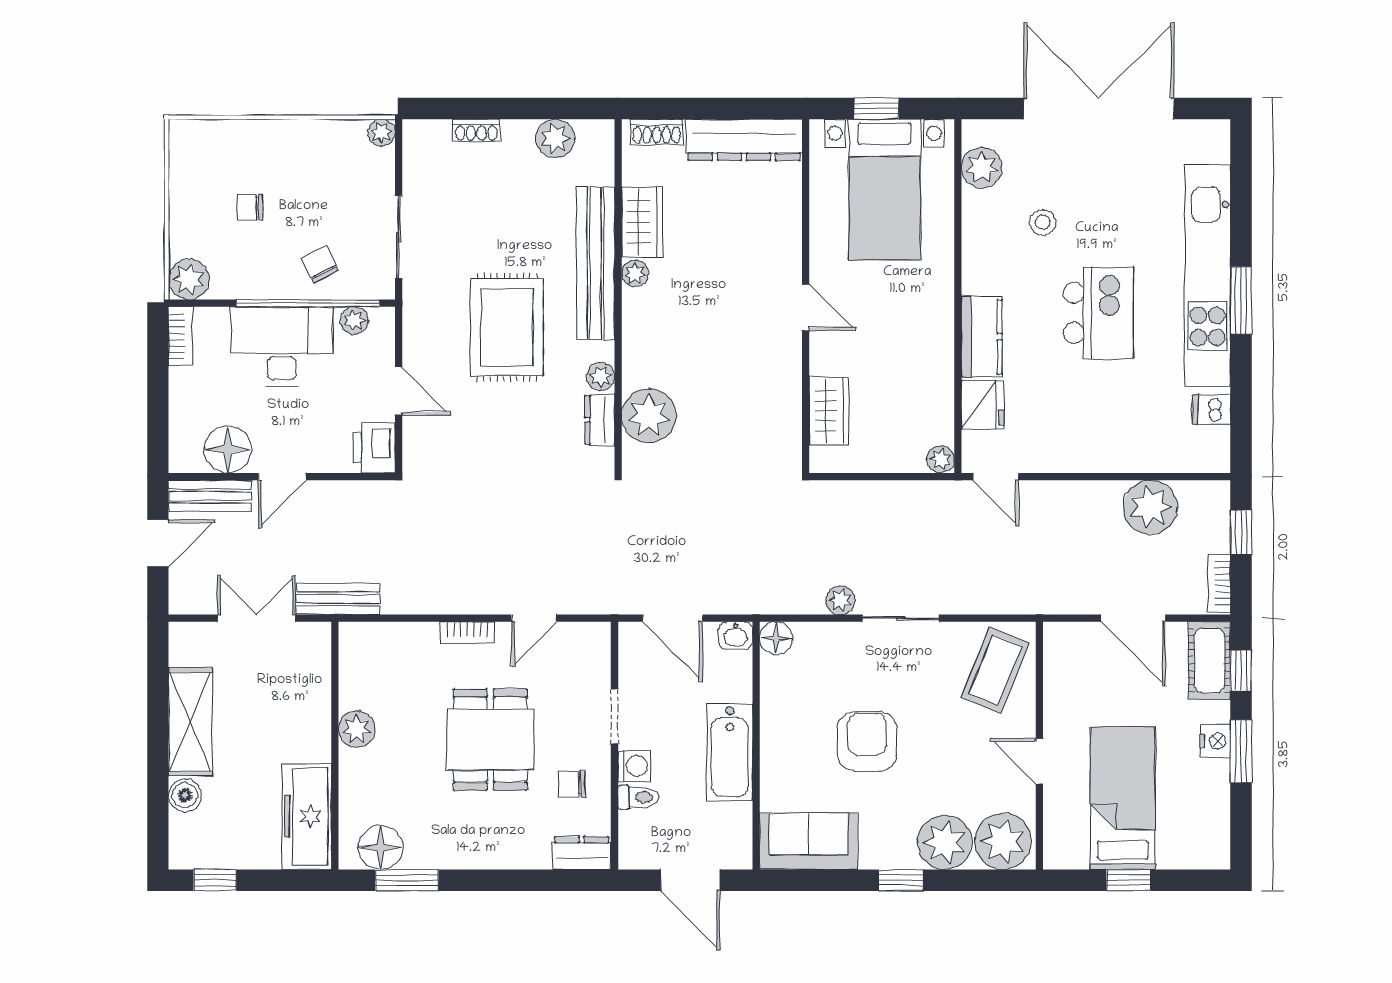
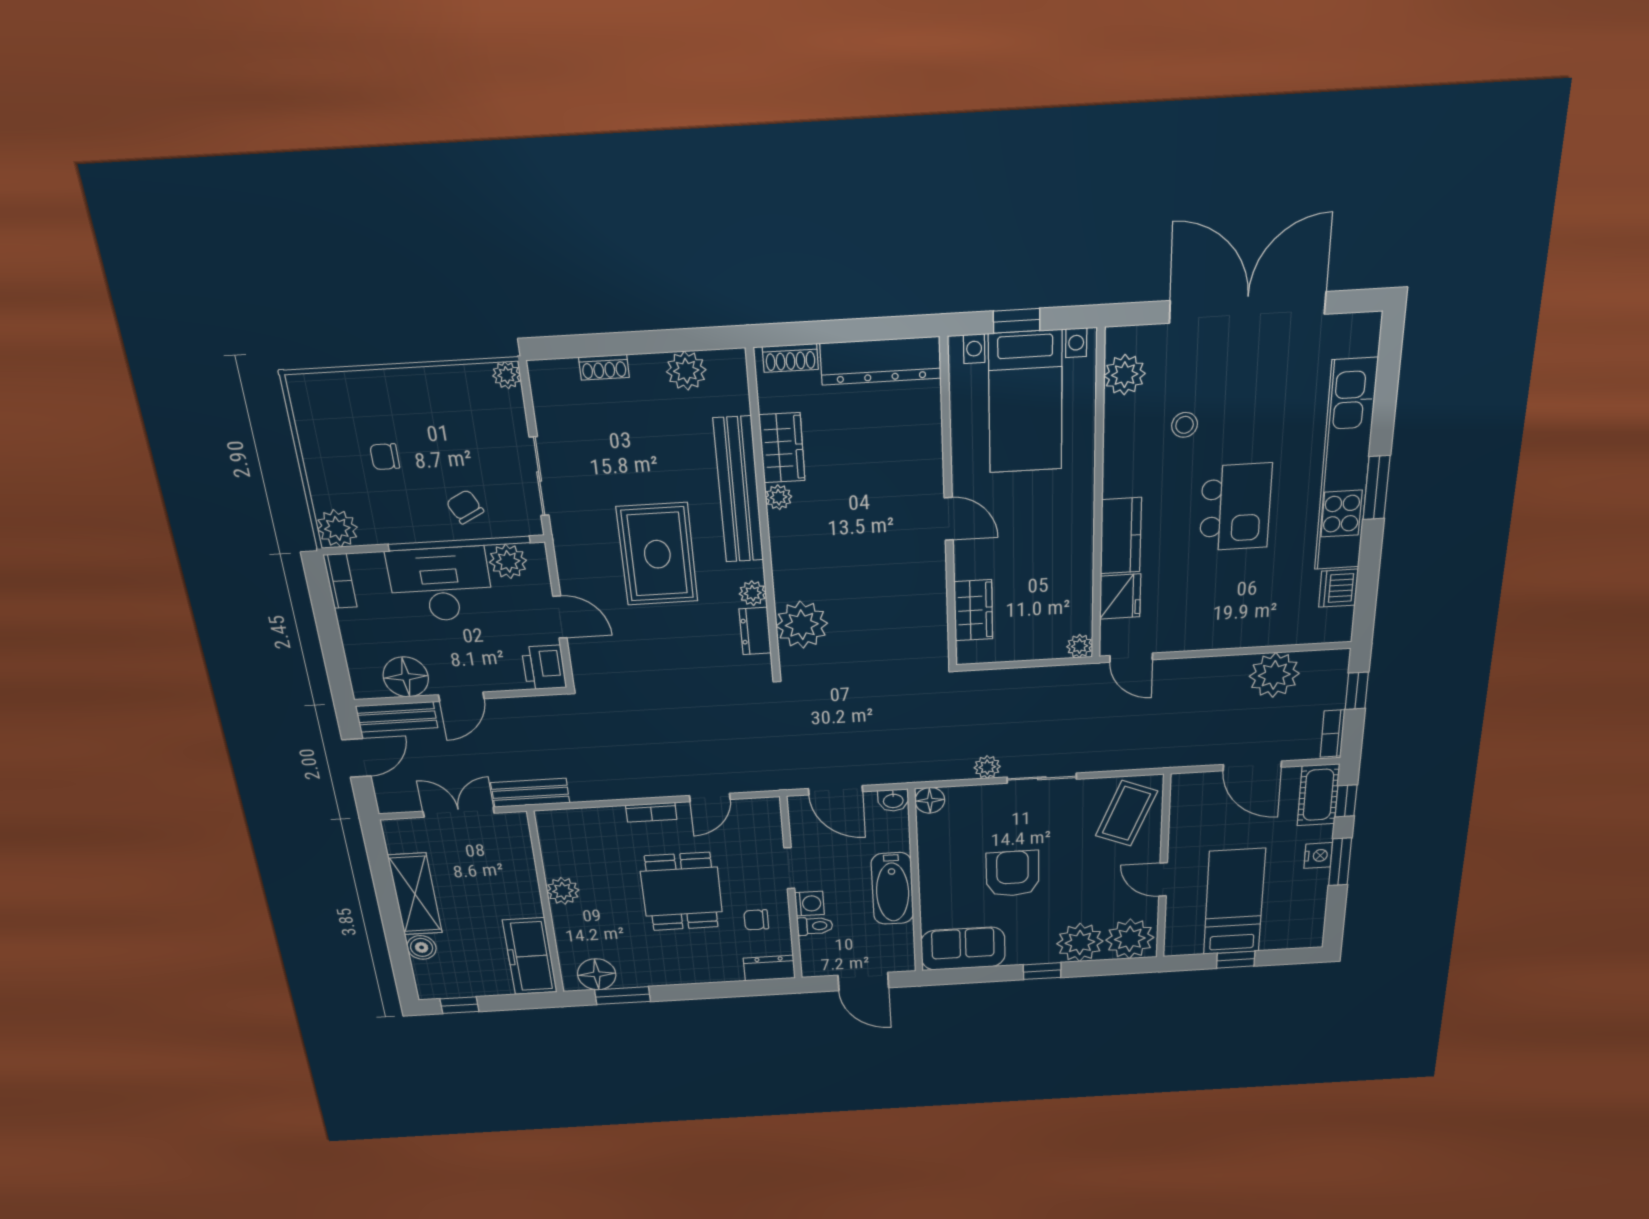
plant: (354, 320) -> (508, 561), width x1.38, depth x1.38
dishwasher: (1211, 410) -> (1338, 588), width x1.38

